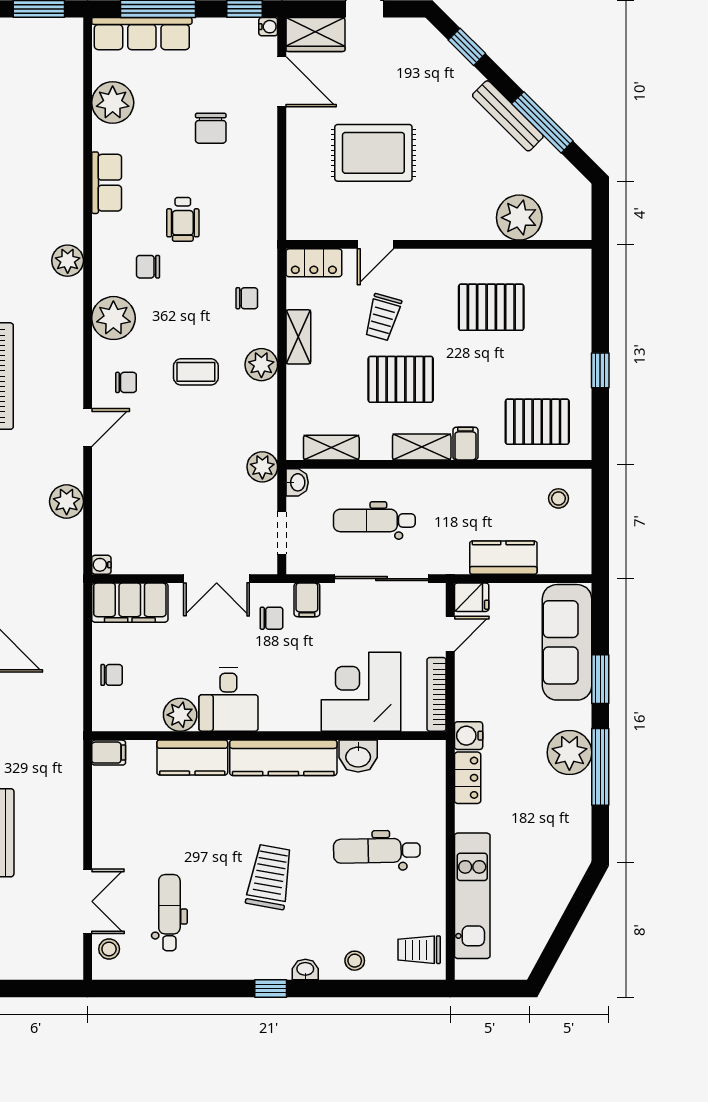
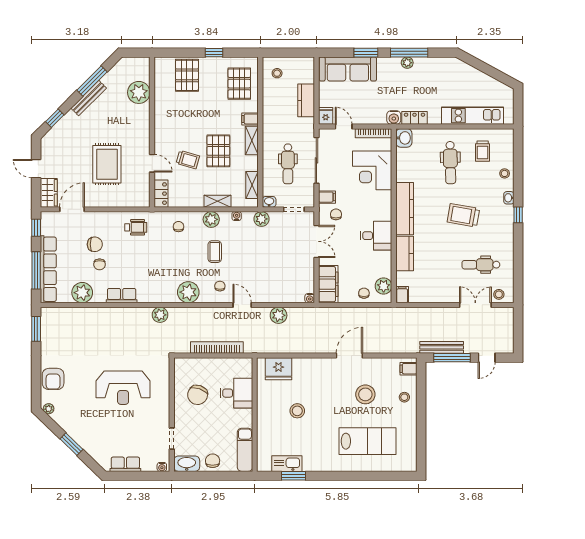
water cooler: (268, 27) -> (237, 216), moved
row of seats: (142, 34) -> (48, 269), width x1.36
wheelchair: (183, 219) -> (136, 227), moved
chair: (148, 267) -> (100, 264), moved
pallet: (491, 307) -> (187, 75), moved
shelving: (298, 337) -> (217, 201), moved
plant: (180, 715) -> (384, 286), moved
plant: (569, 753) -> (407, 63), width x0.53, depth x0.53
washbasin: (358, 756) -> (404, 138), moved
trolley: (419, 950) -> (483, 151), moved

